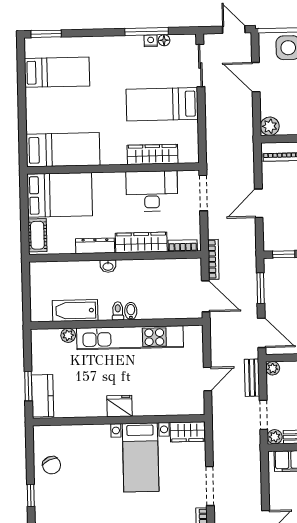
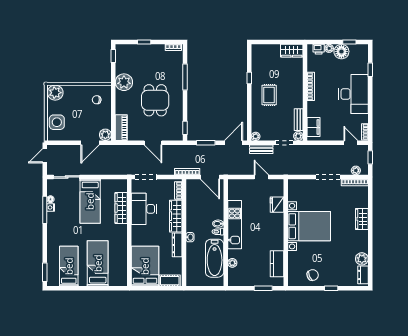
door: (256, 77) -> (90, 143), moved
bed: (63, 150) -> (98, 263), moved
door: (206, 296) -> (210, 177), swing flipped
bathtub: (75, 310) -> (215, 258), width x1.36, depth x1.36
kitchen unit: (130, 338) -> (235, 225), width x0.73
kitchen counter: (43, 396) -> (277, 264), moved, turned -90
fridge: (120, 406) -> (277, 205), moved
wardrobe: (187, 432) -> (294, 190), removed
bed with nightstands: (141, 457) -> (309, 226), width x1.36

